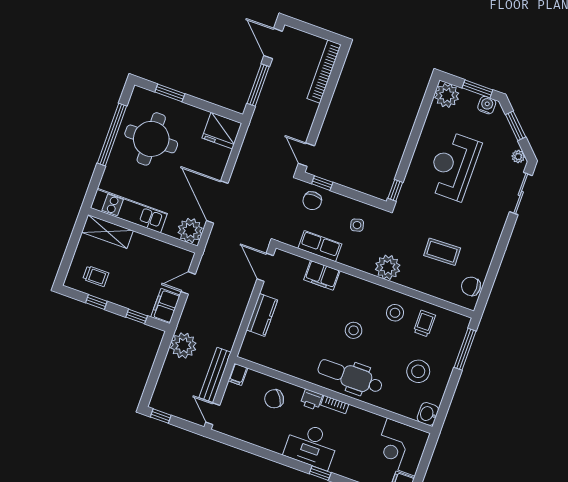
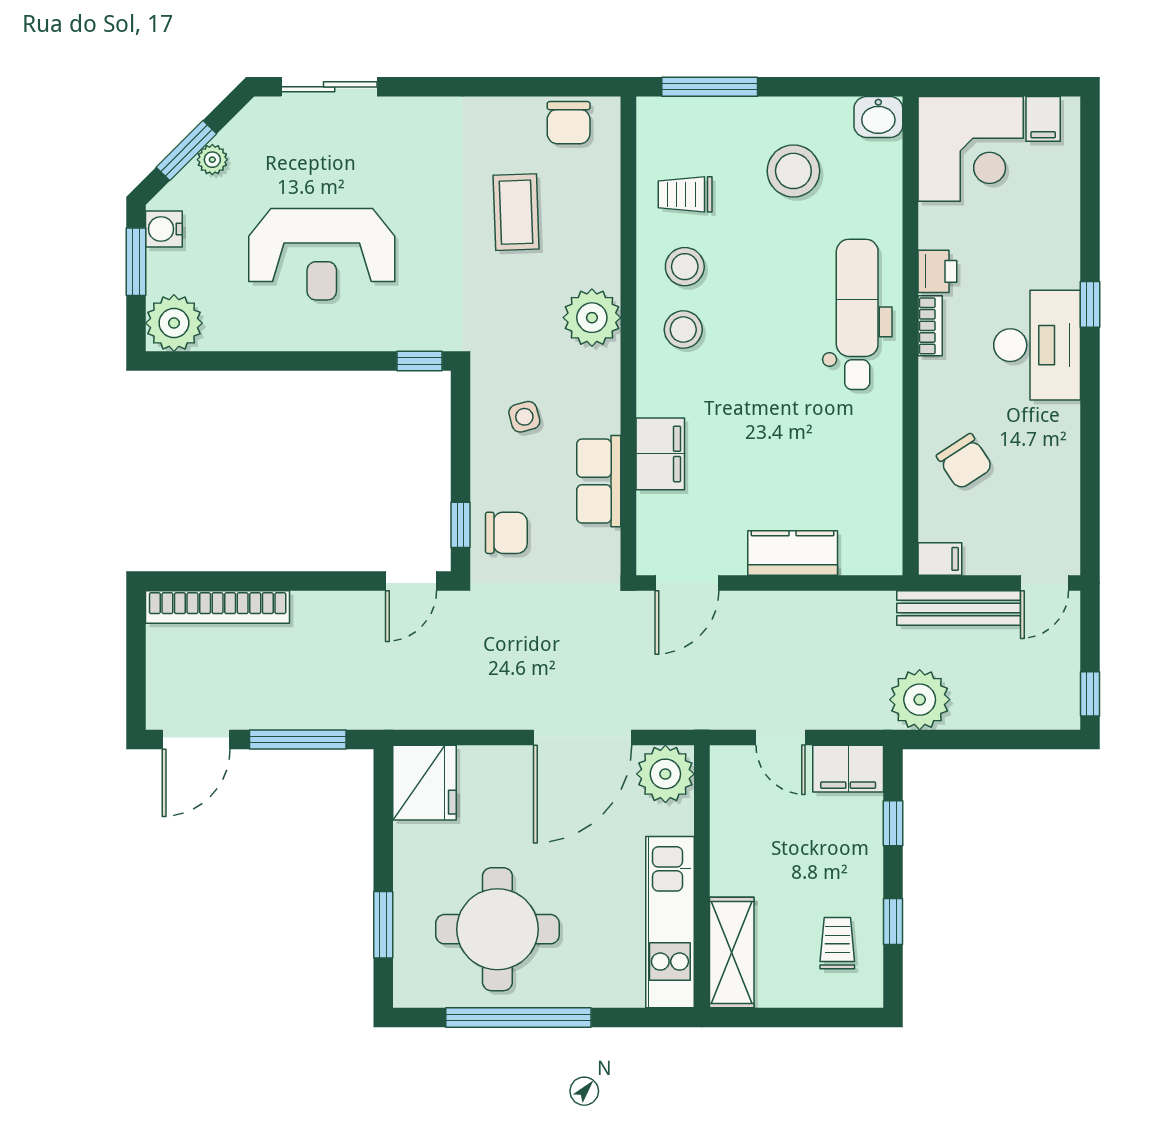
plant: (518, 157) -> (212, 160), moved
stool: (354, 330) -> (683, 330), moved
dental chair: (350, 376) -> (857, 314), turned 180
printer: (311, 400) -> (937, 271), moved

